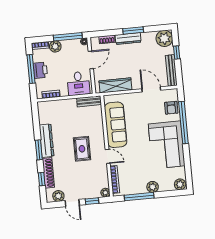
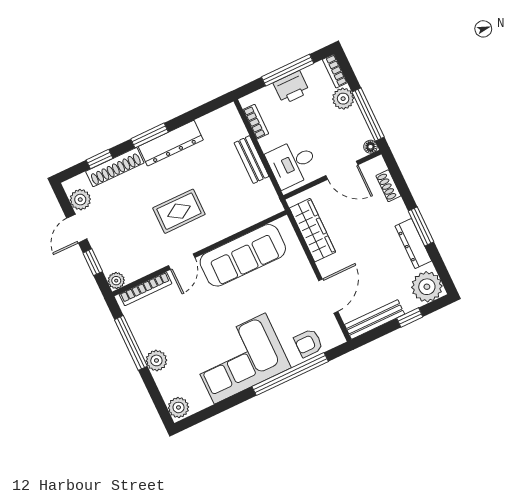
dresser: (128, 39) -> (413, 244), moved
bench: (89, 101) -> (251, 160), moved

